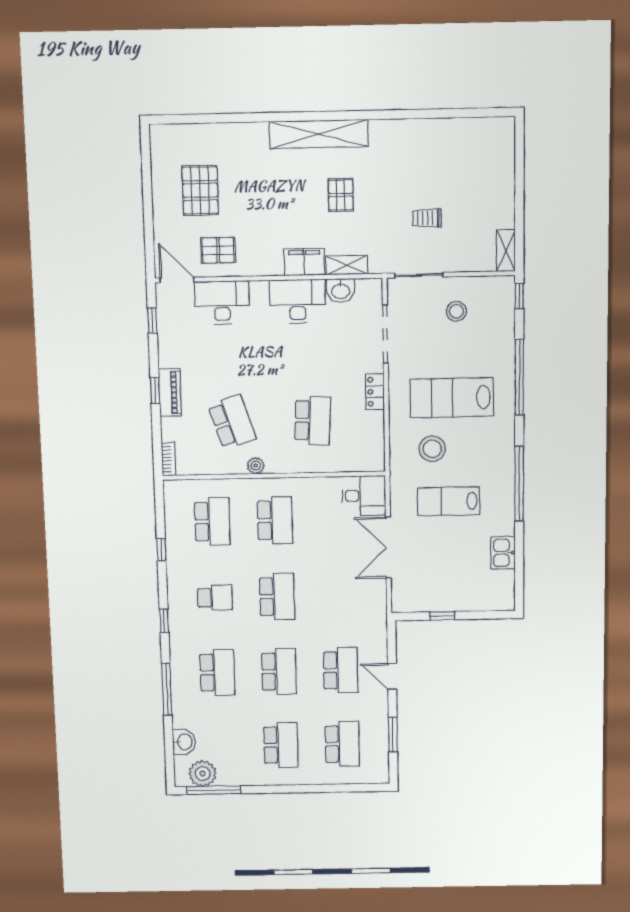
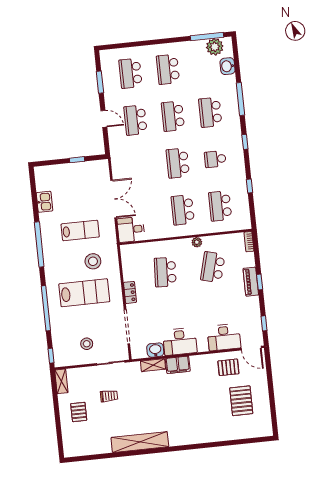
shelving: (319, 134) -> (140, 442), moved
pallet: (341, 195) -> (79, 412), moved
school desk: (232, 422) -> (213, 267), turned 33

